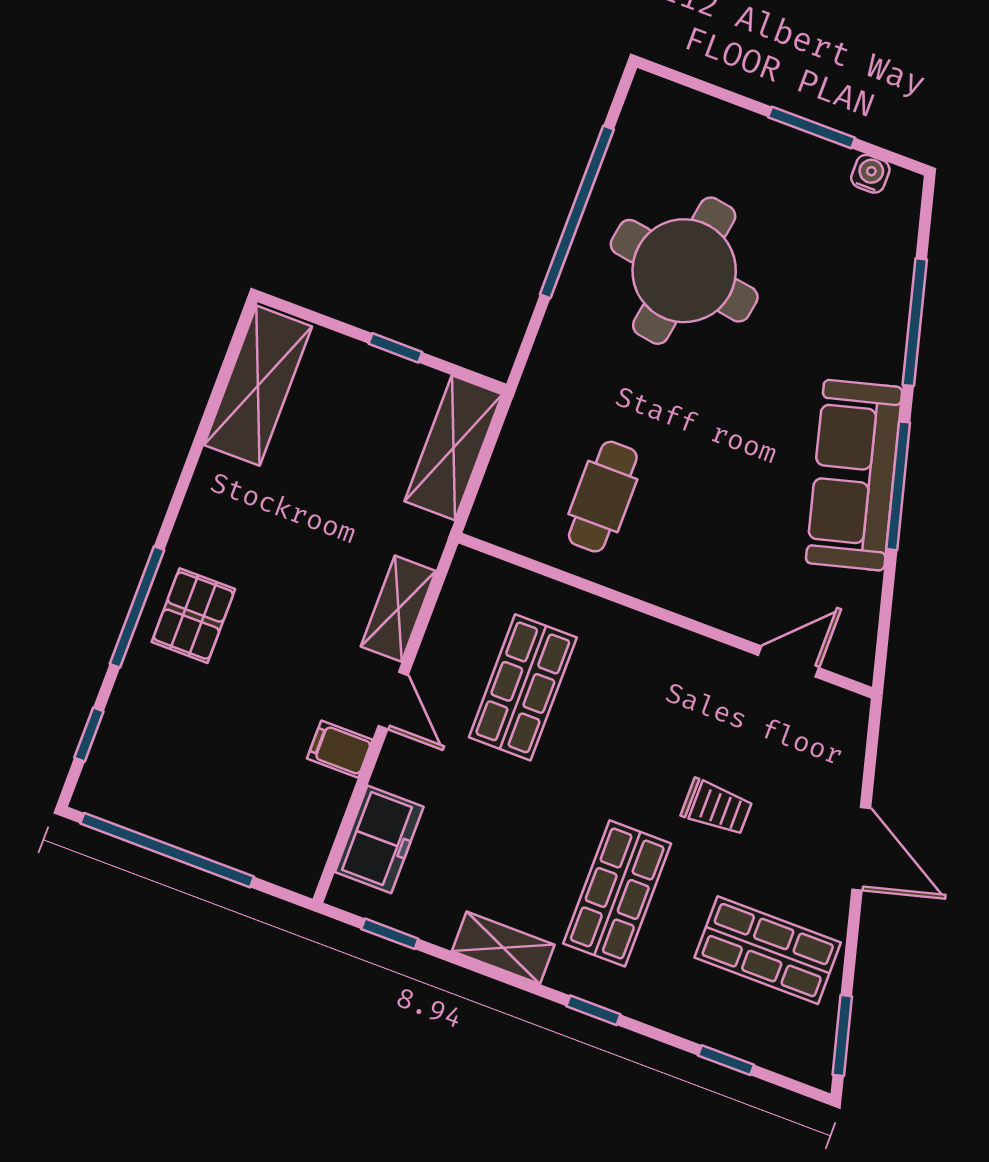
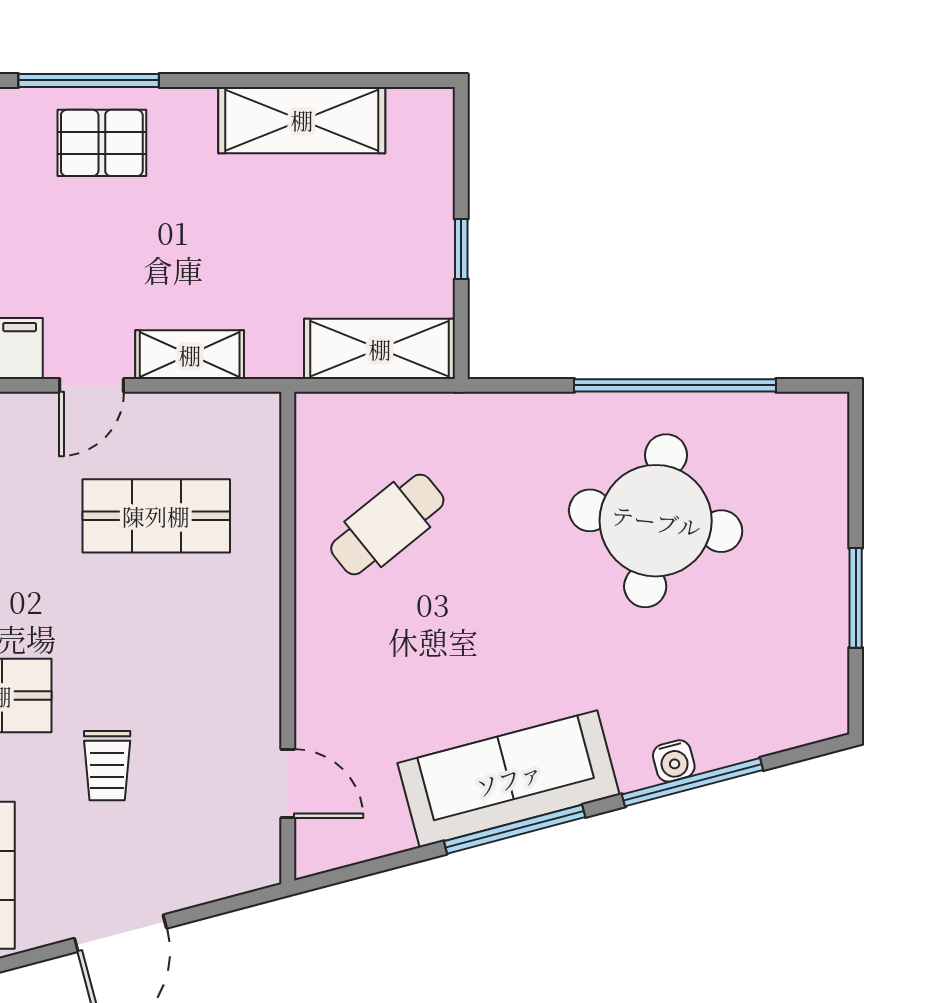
water cooler: (870, 174) -> (674, 761), moved, turned 75
shelving: (258, 386) -> (302, 120), moved
cafe table: (603, 497) -> (387, 524), turned -39

